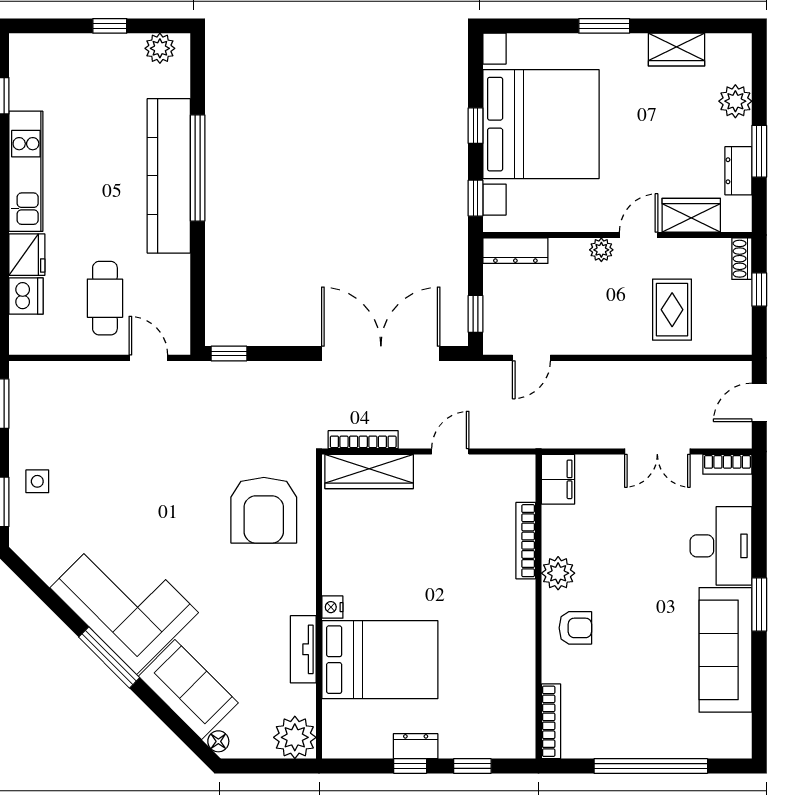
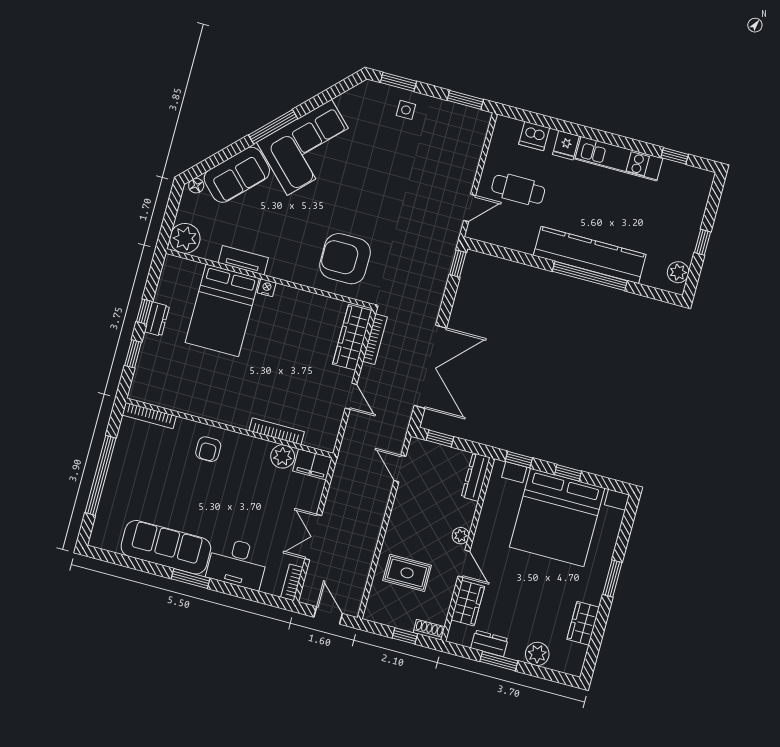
fridge: (27, 255) -> (566, 145), width x0.72
plant: (558, 573) -> (283, 456), moved

